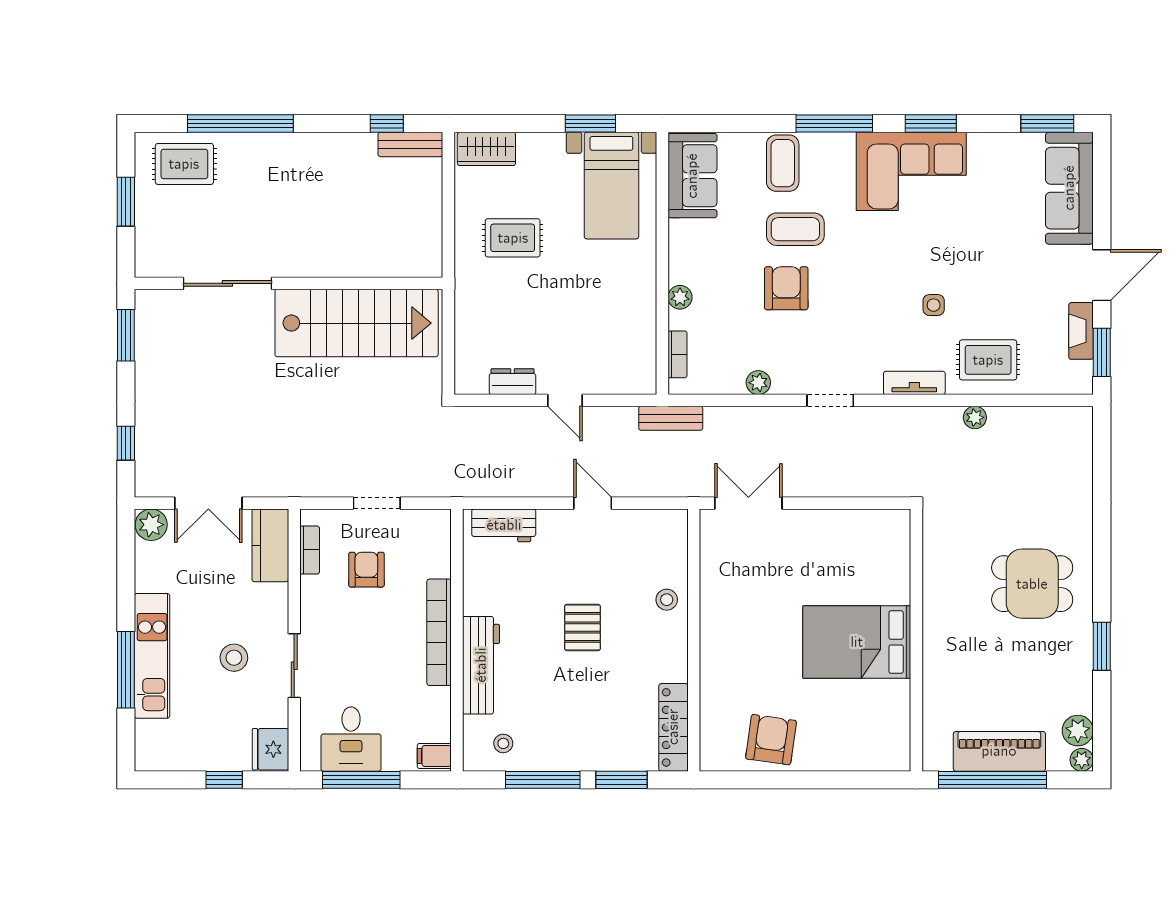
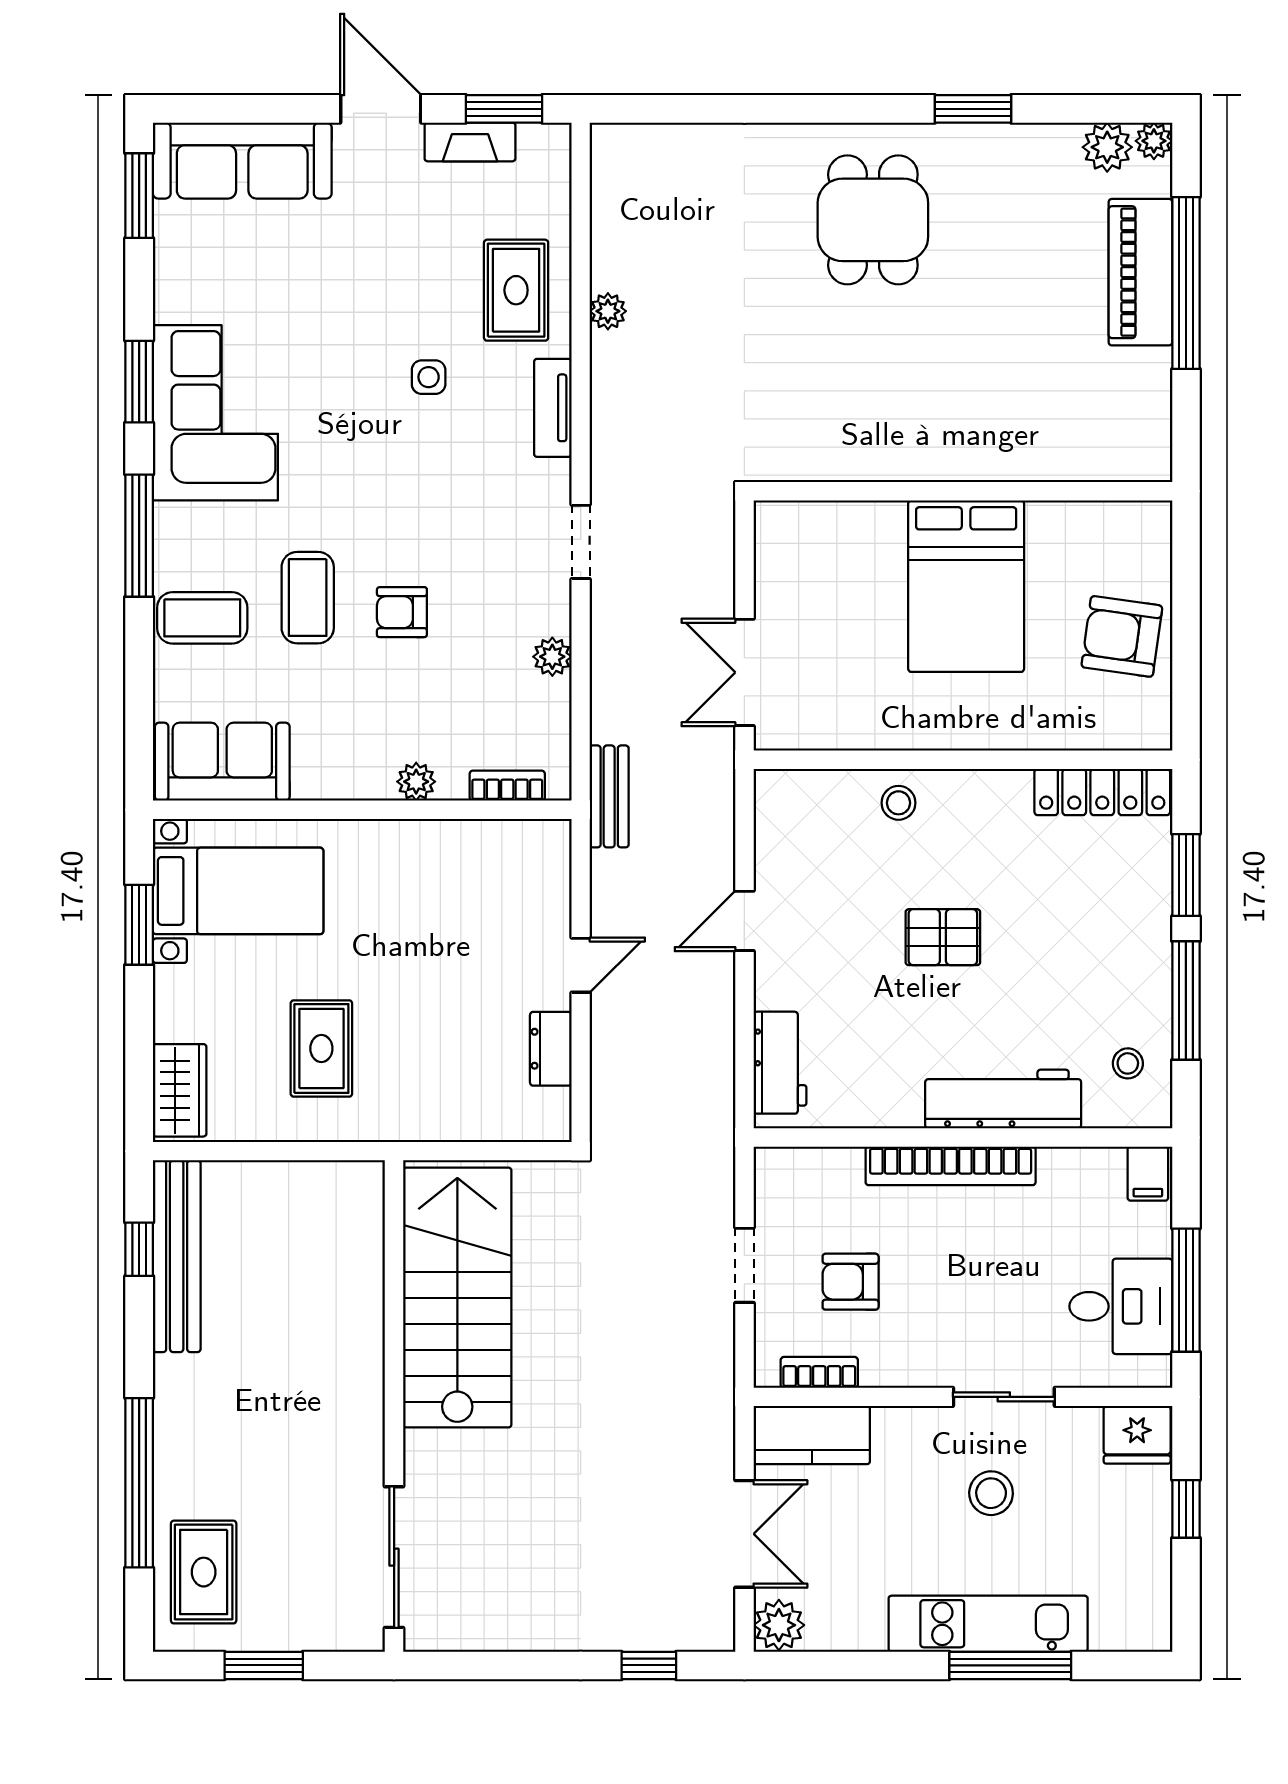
bench: (410, 144) -> (177, 1256), width x1.86, depth x1.21
sliding door: (227, 283) -> (394, 1557), moved
armchair: (786, 288) -> (402, 612), width x0.72, depth x0.72
window: (126, 335) -> (477, 1665), removed
wall: (916, 640) -> (963, 491), moved
bed: (857, 642) -> (966, 586), moved

